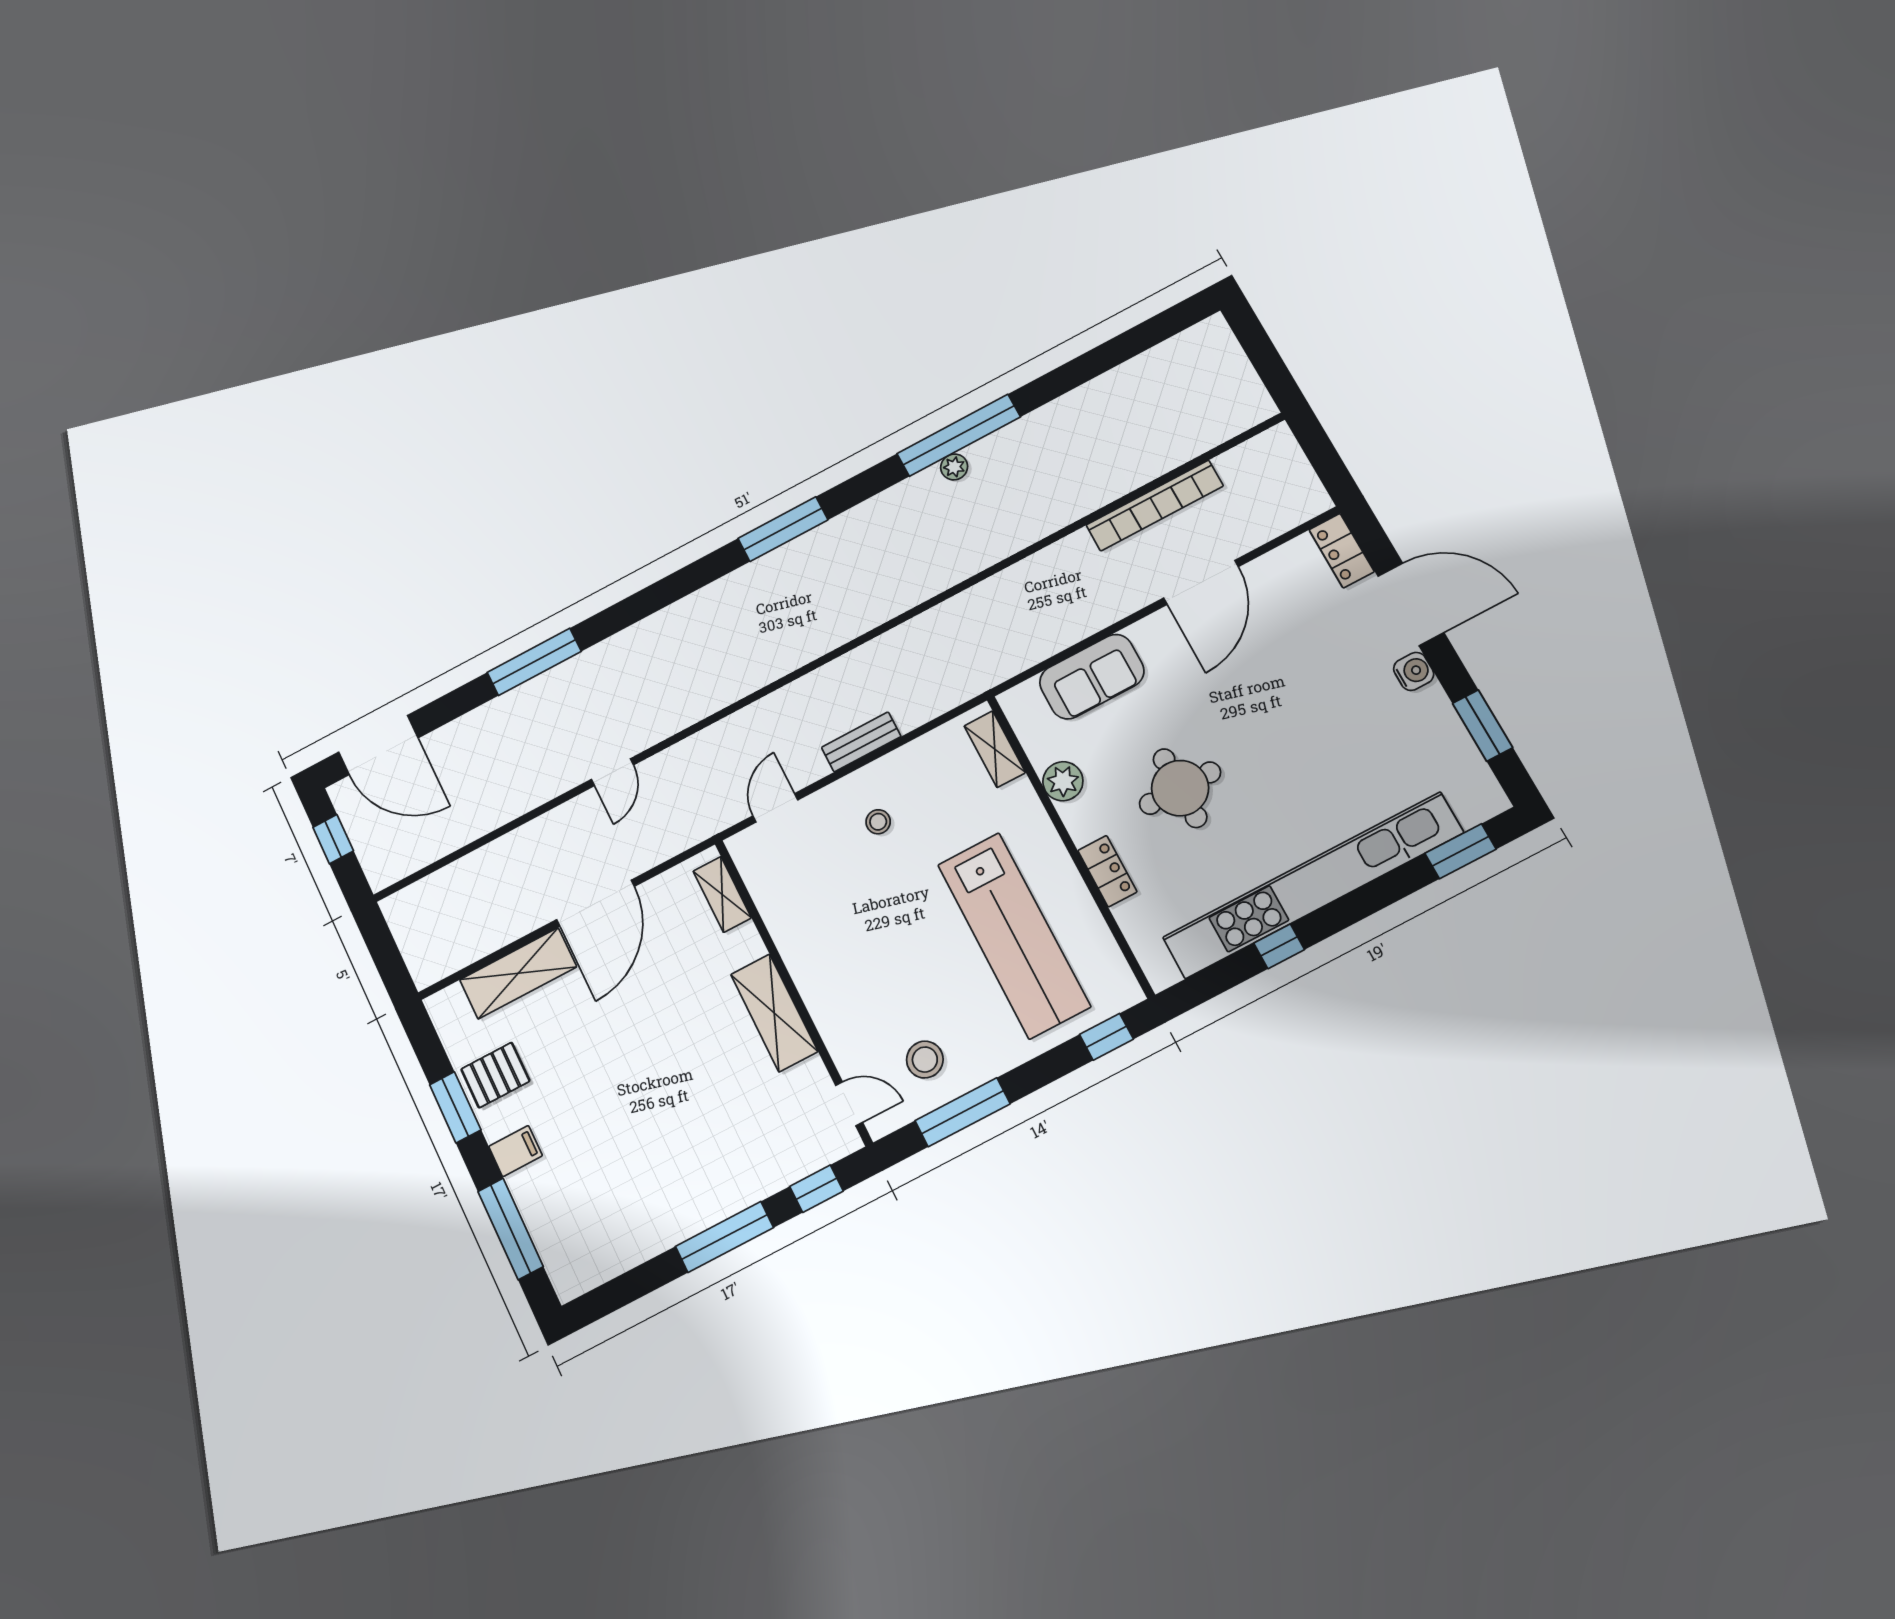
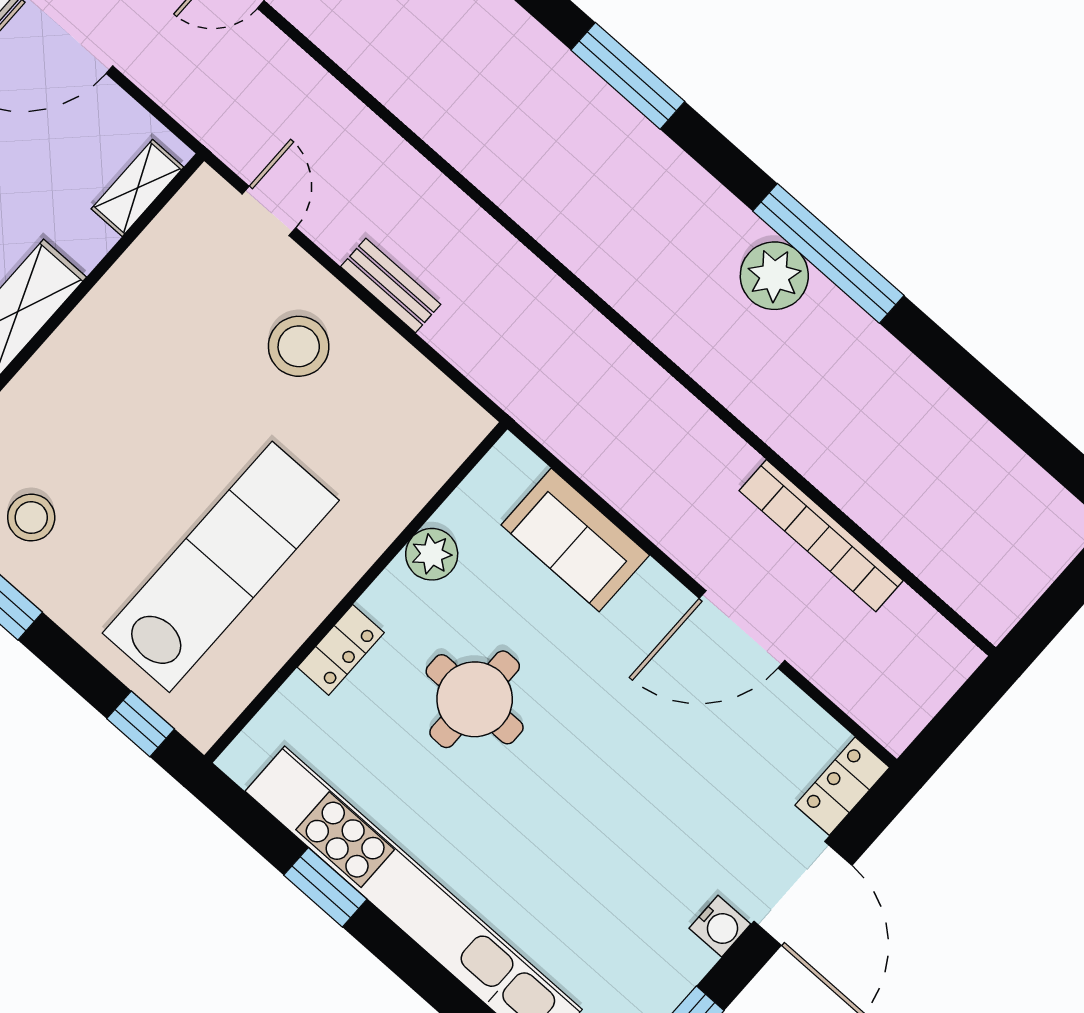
plant: (954, 467) -> (774, 276), width x1.88, depth x1.88
shelving: (995, 749) -> (441, 455), removed
door: (775, 808) -> (269, 211), hinge flipped
stool: (878, 822) -> (299, 346), width x1.89, depth x1.89
lab bench: (1014, 935) -> (221, 567), turned 180
window: (1279, 946) -> (325, 887), width x1.50

